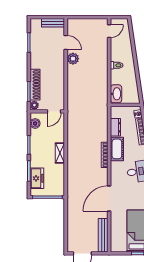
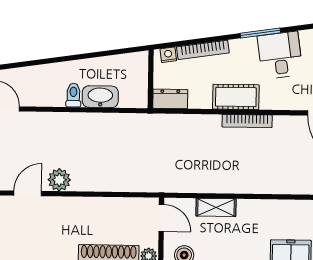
washbasin: (116, 94) -> (100, 97), moved
dresser: (115, 127) -> (170, 99), moved
shelving: (60, 153) -> (216, 207), moved

